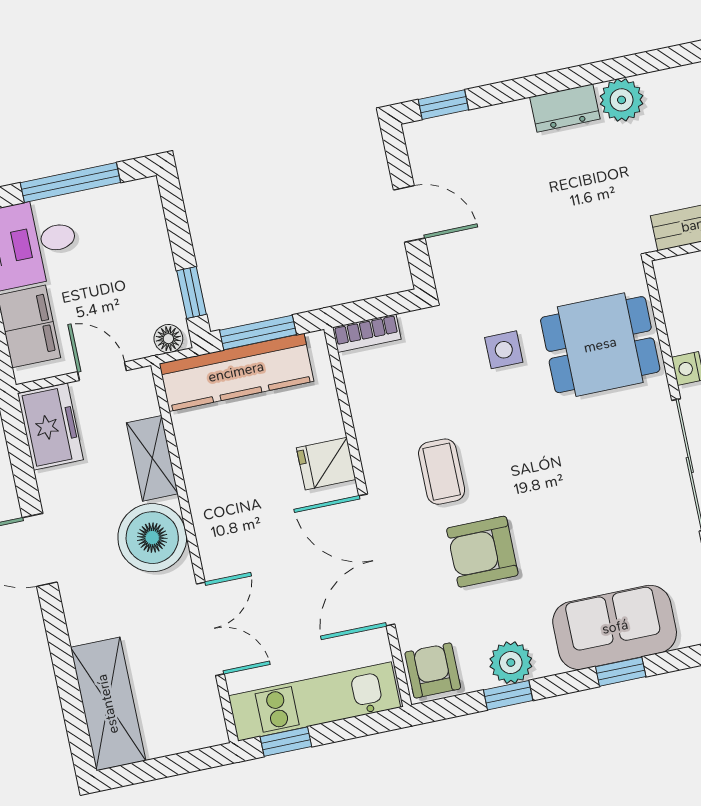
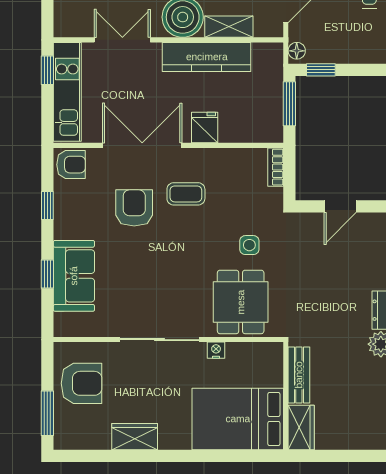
kitchen counter: (236, 372) -> (207, 57), moved, turned -90
double door: (210, 629) -> (122, 40), swing flipped
plant: (511, 663) -> (66, 211), removed

